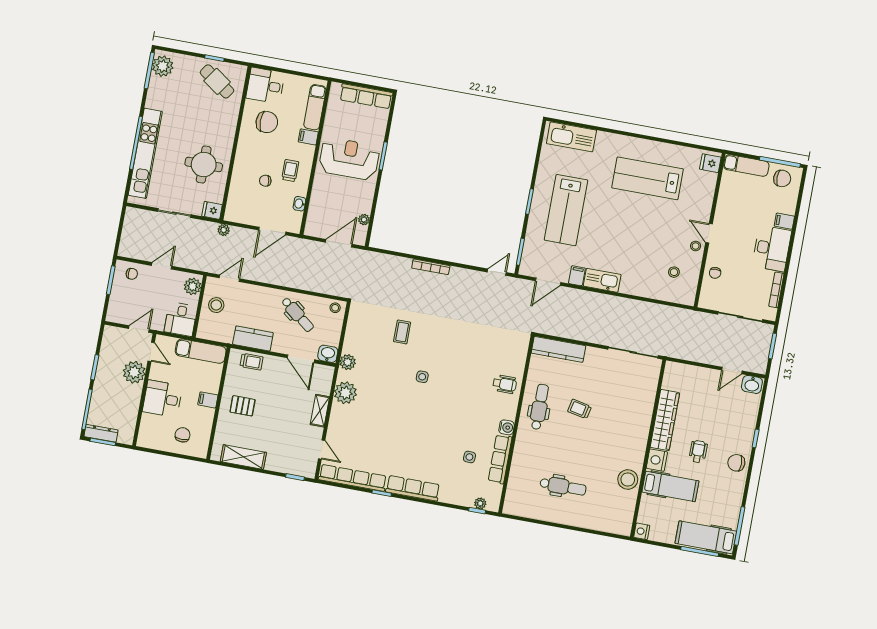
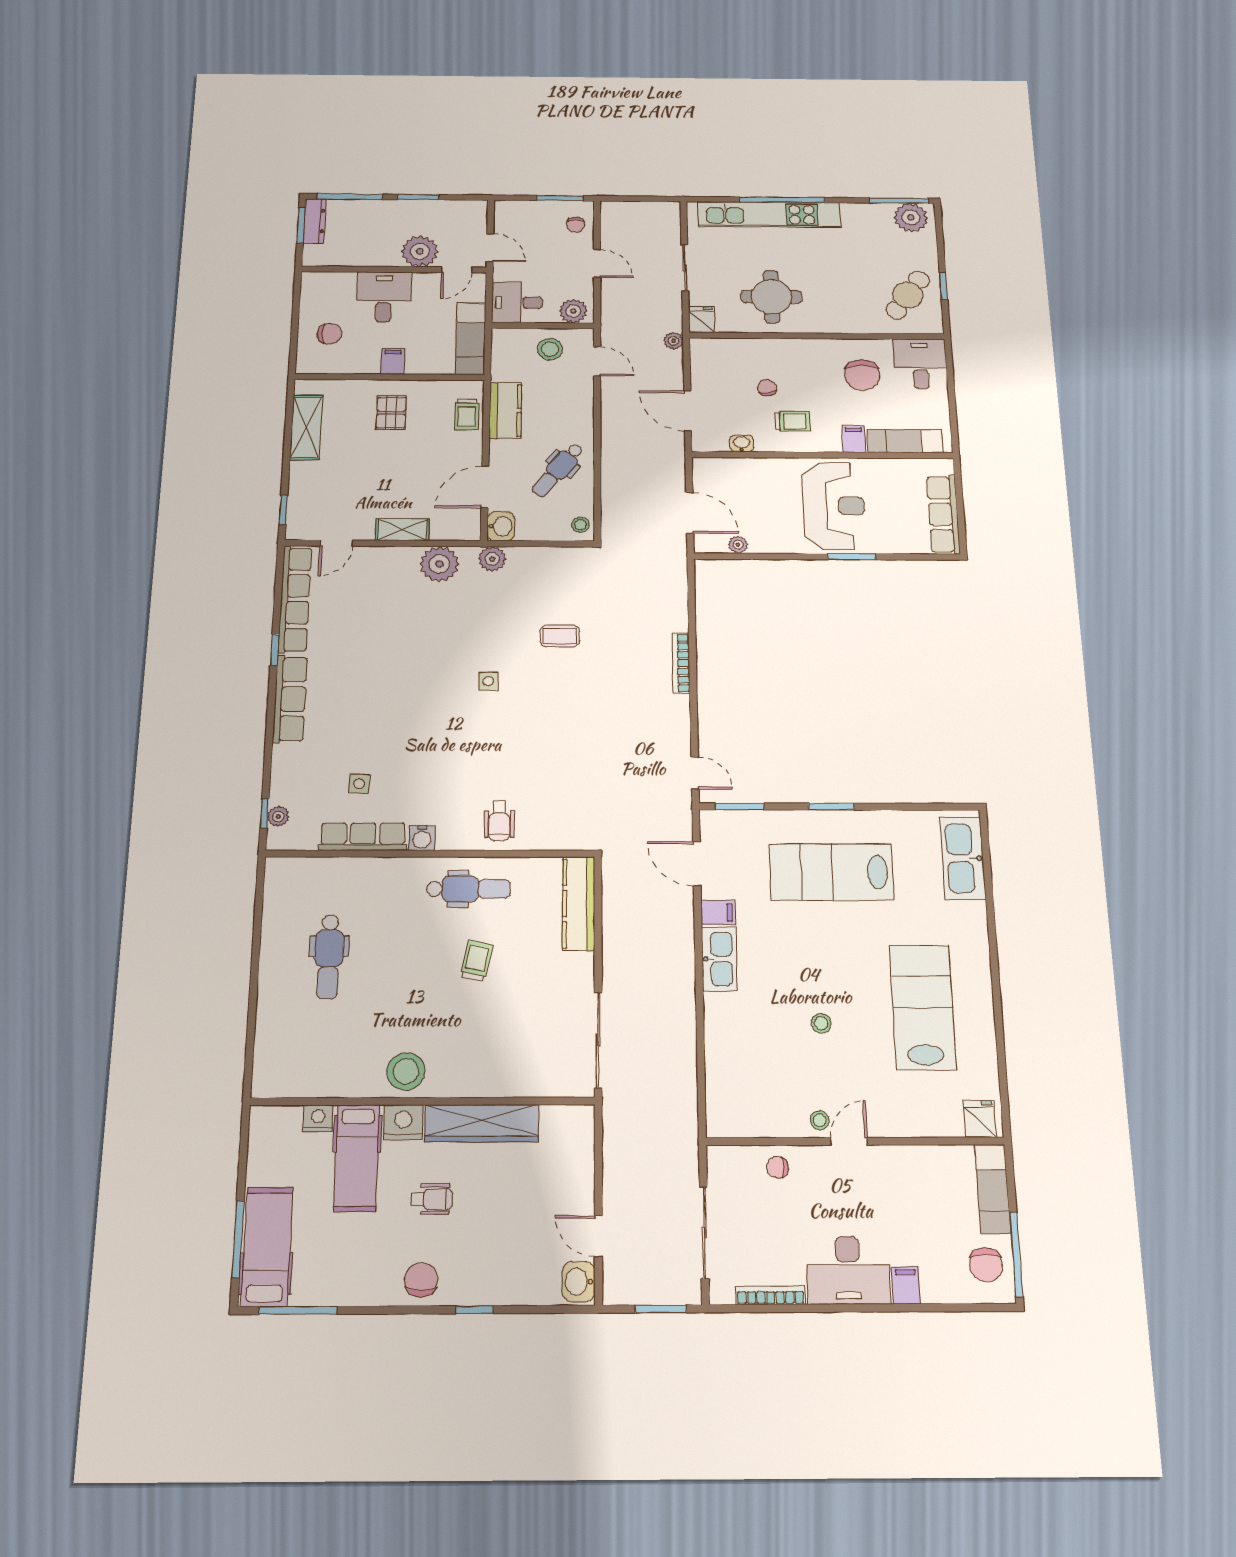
stool: (674, 272) -> (821, 1023), moved
stool: (628, 479) -> (406, 1071), moved
nightstand: (642, 531) -> (318, 1118), moved

